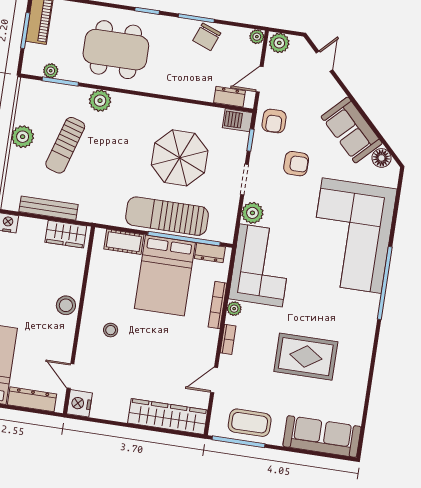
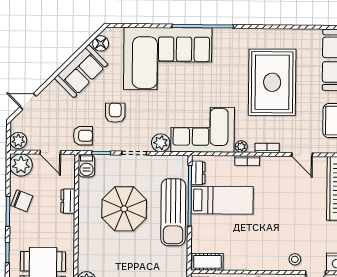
plant: (257, 37) -> (21, 165), width x1.88, depth x1.88
dresser: (229, 97) -> (68, 201), moved
cot: (124, 242) -> (208, 262), moved, turned 90
bed: (165, 275) -> (222, 200), width x0.67
bookcase: (217, 305) -> (247, 161), width x0.64
stool: (111, 330) -> (295, 259), moved
rug: (306, 357) -> (272, 82), width x1.37, depth x1.44

